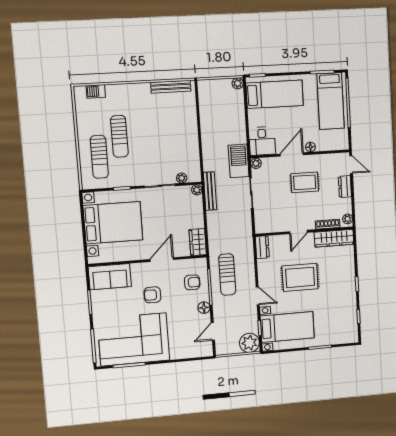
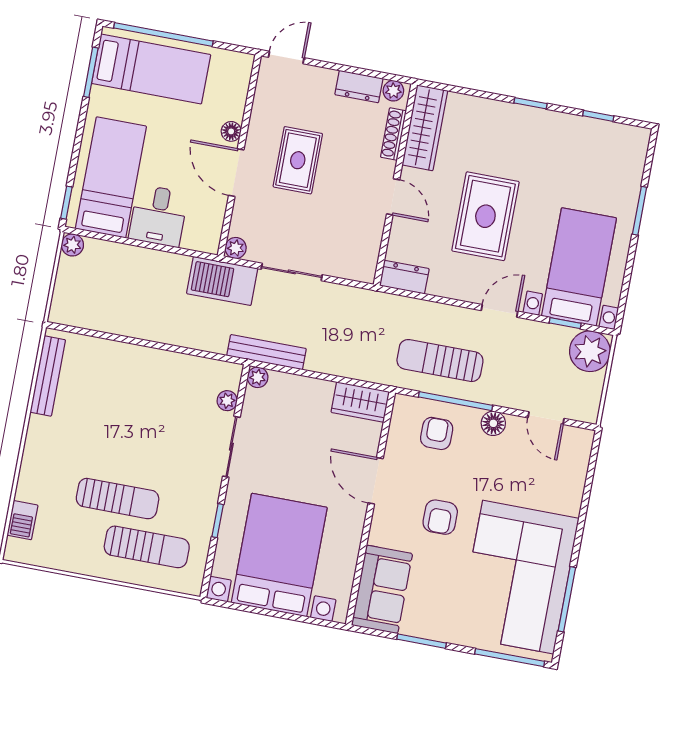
desk: (262, 141) -> (158, 216), moved, turned 90
dresser: (345, 187) -> (359, 87), moved
sun lounger: (227, 275) -> (440, 361), turned 180

